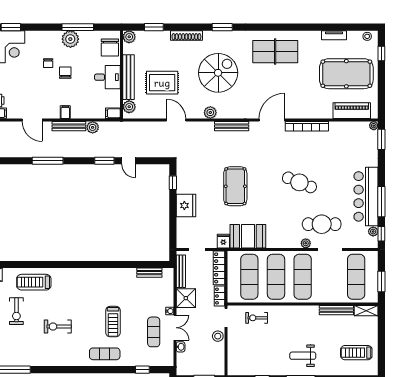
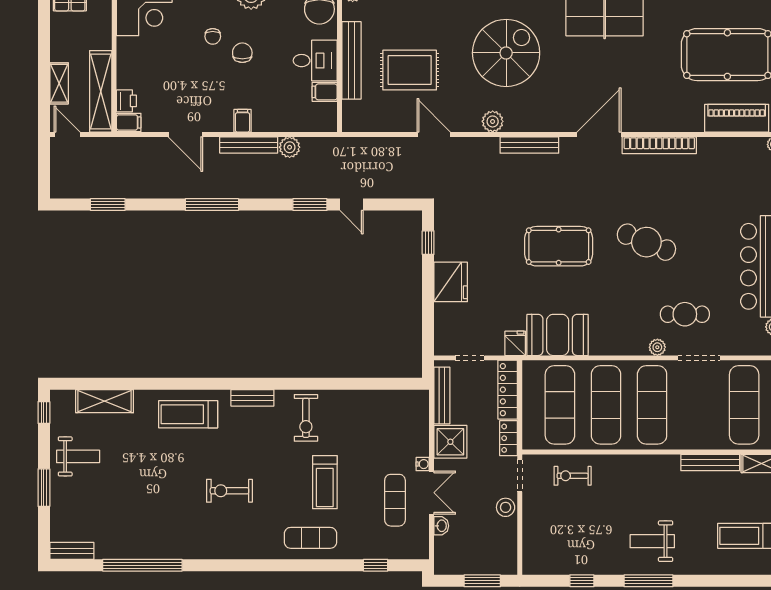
plant: (129, 107) -> (353, 112), removed
filing cabinet: (113, 113) -> (325, 92), moved
pool table: (235, 186) -> (559, 246), moved, turned 90
cafe table: (322, 224) -> (685, 314), width x0.73, depth x0.74
bench: (149, 273) -> (252, 398), moved
exercise bike: (16, 311) -> (306, 418), moved

